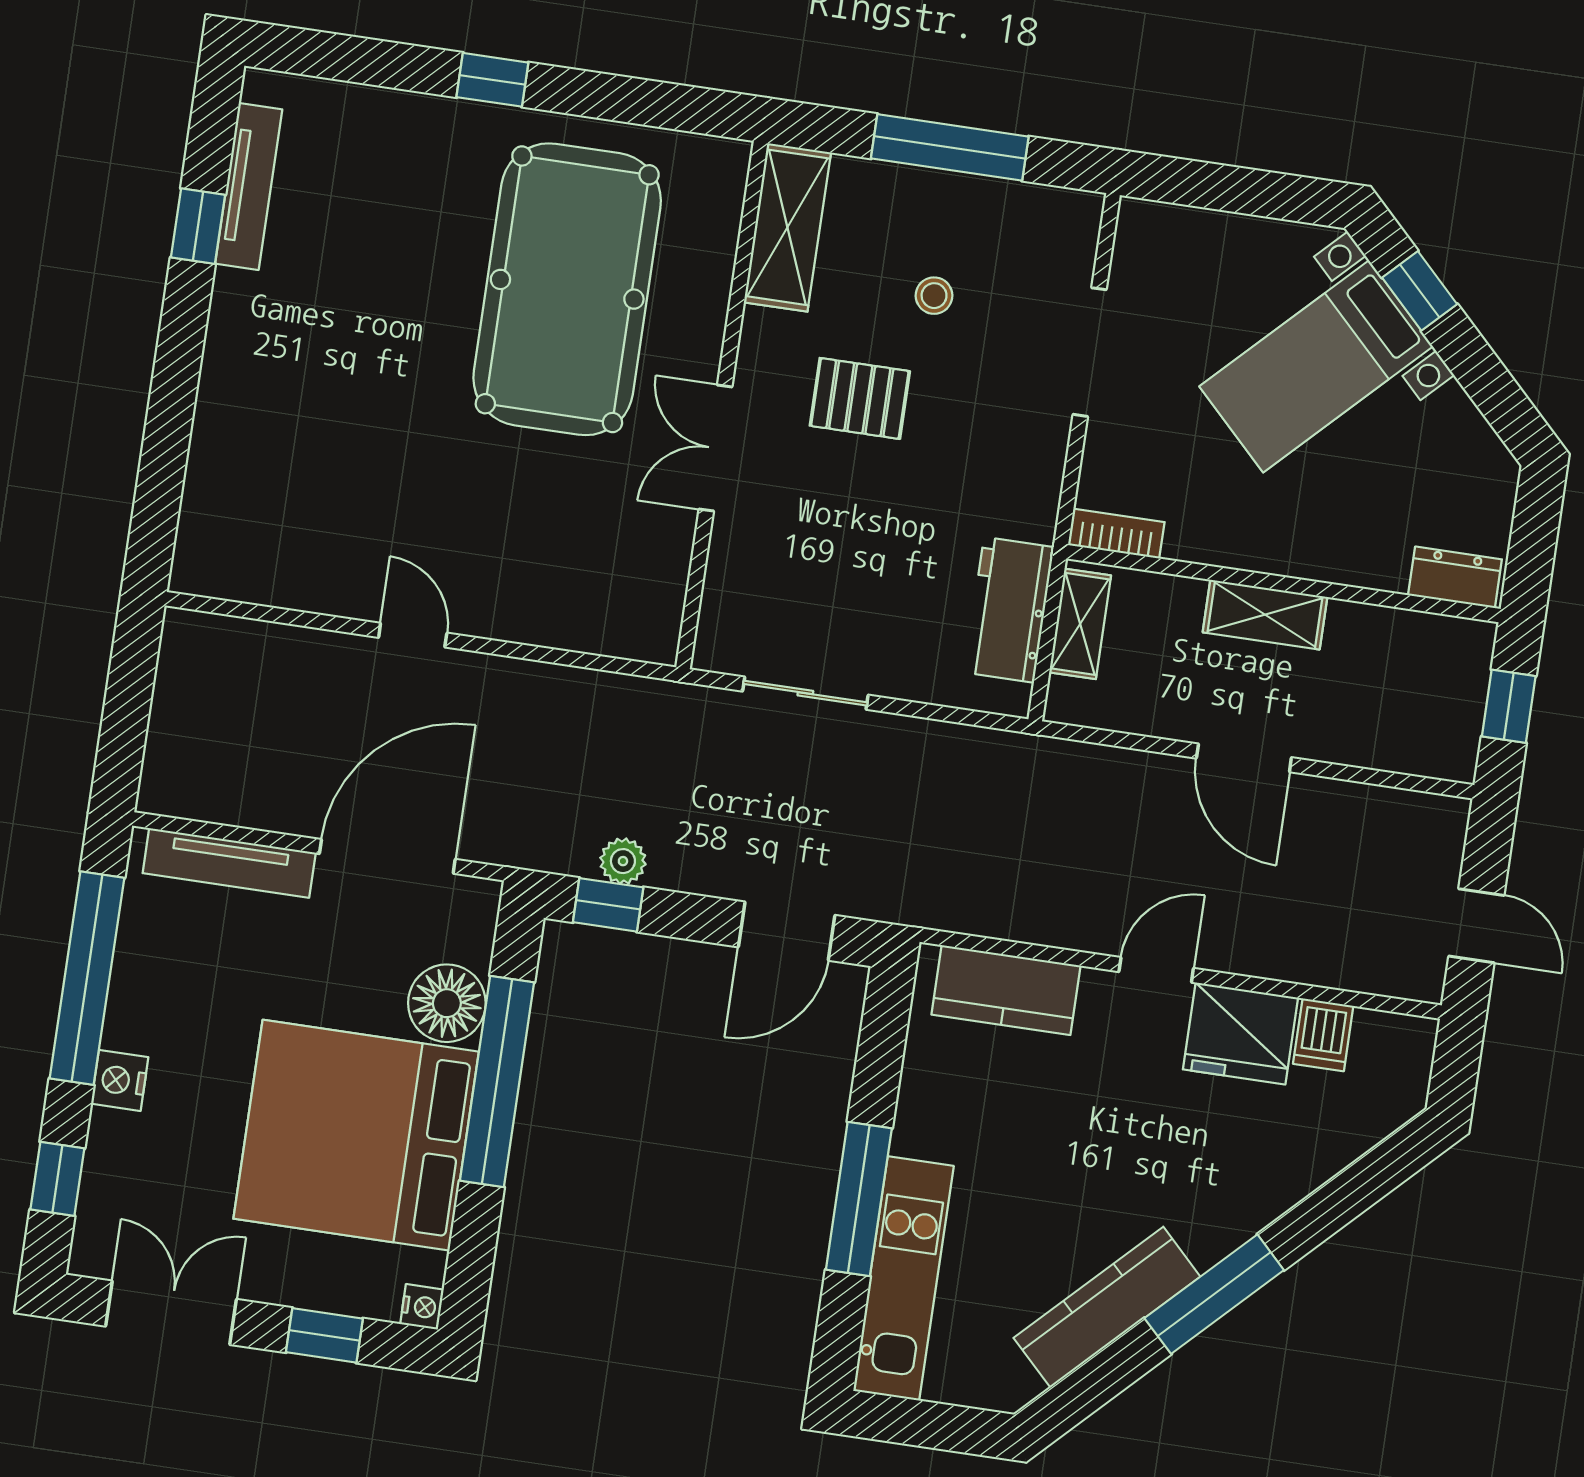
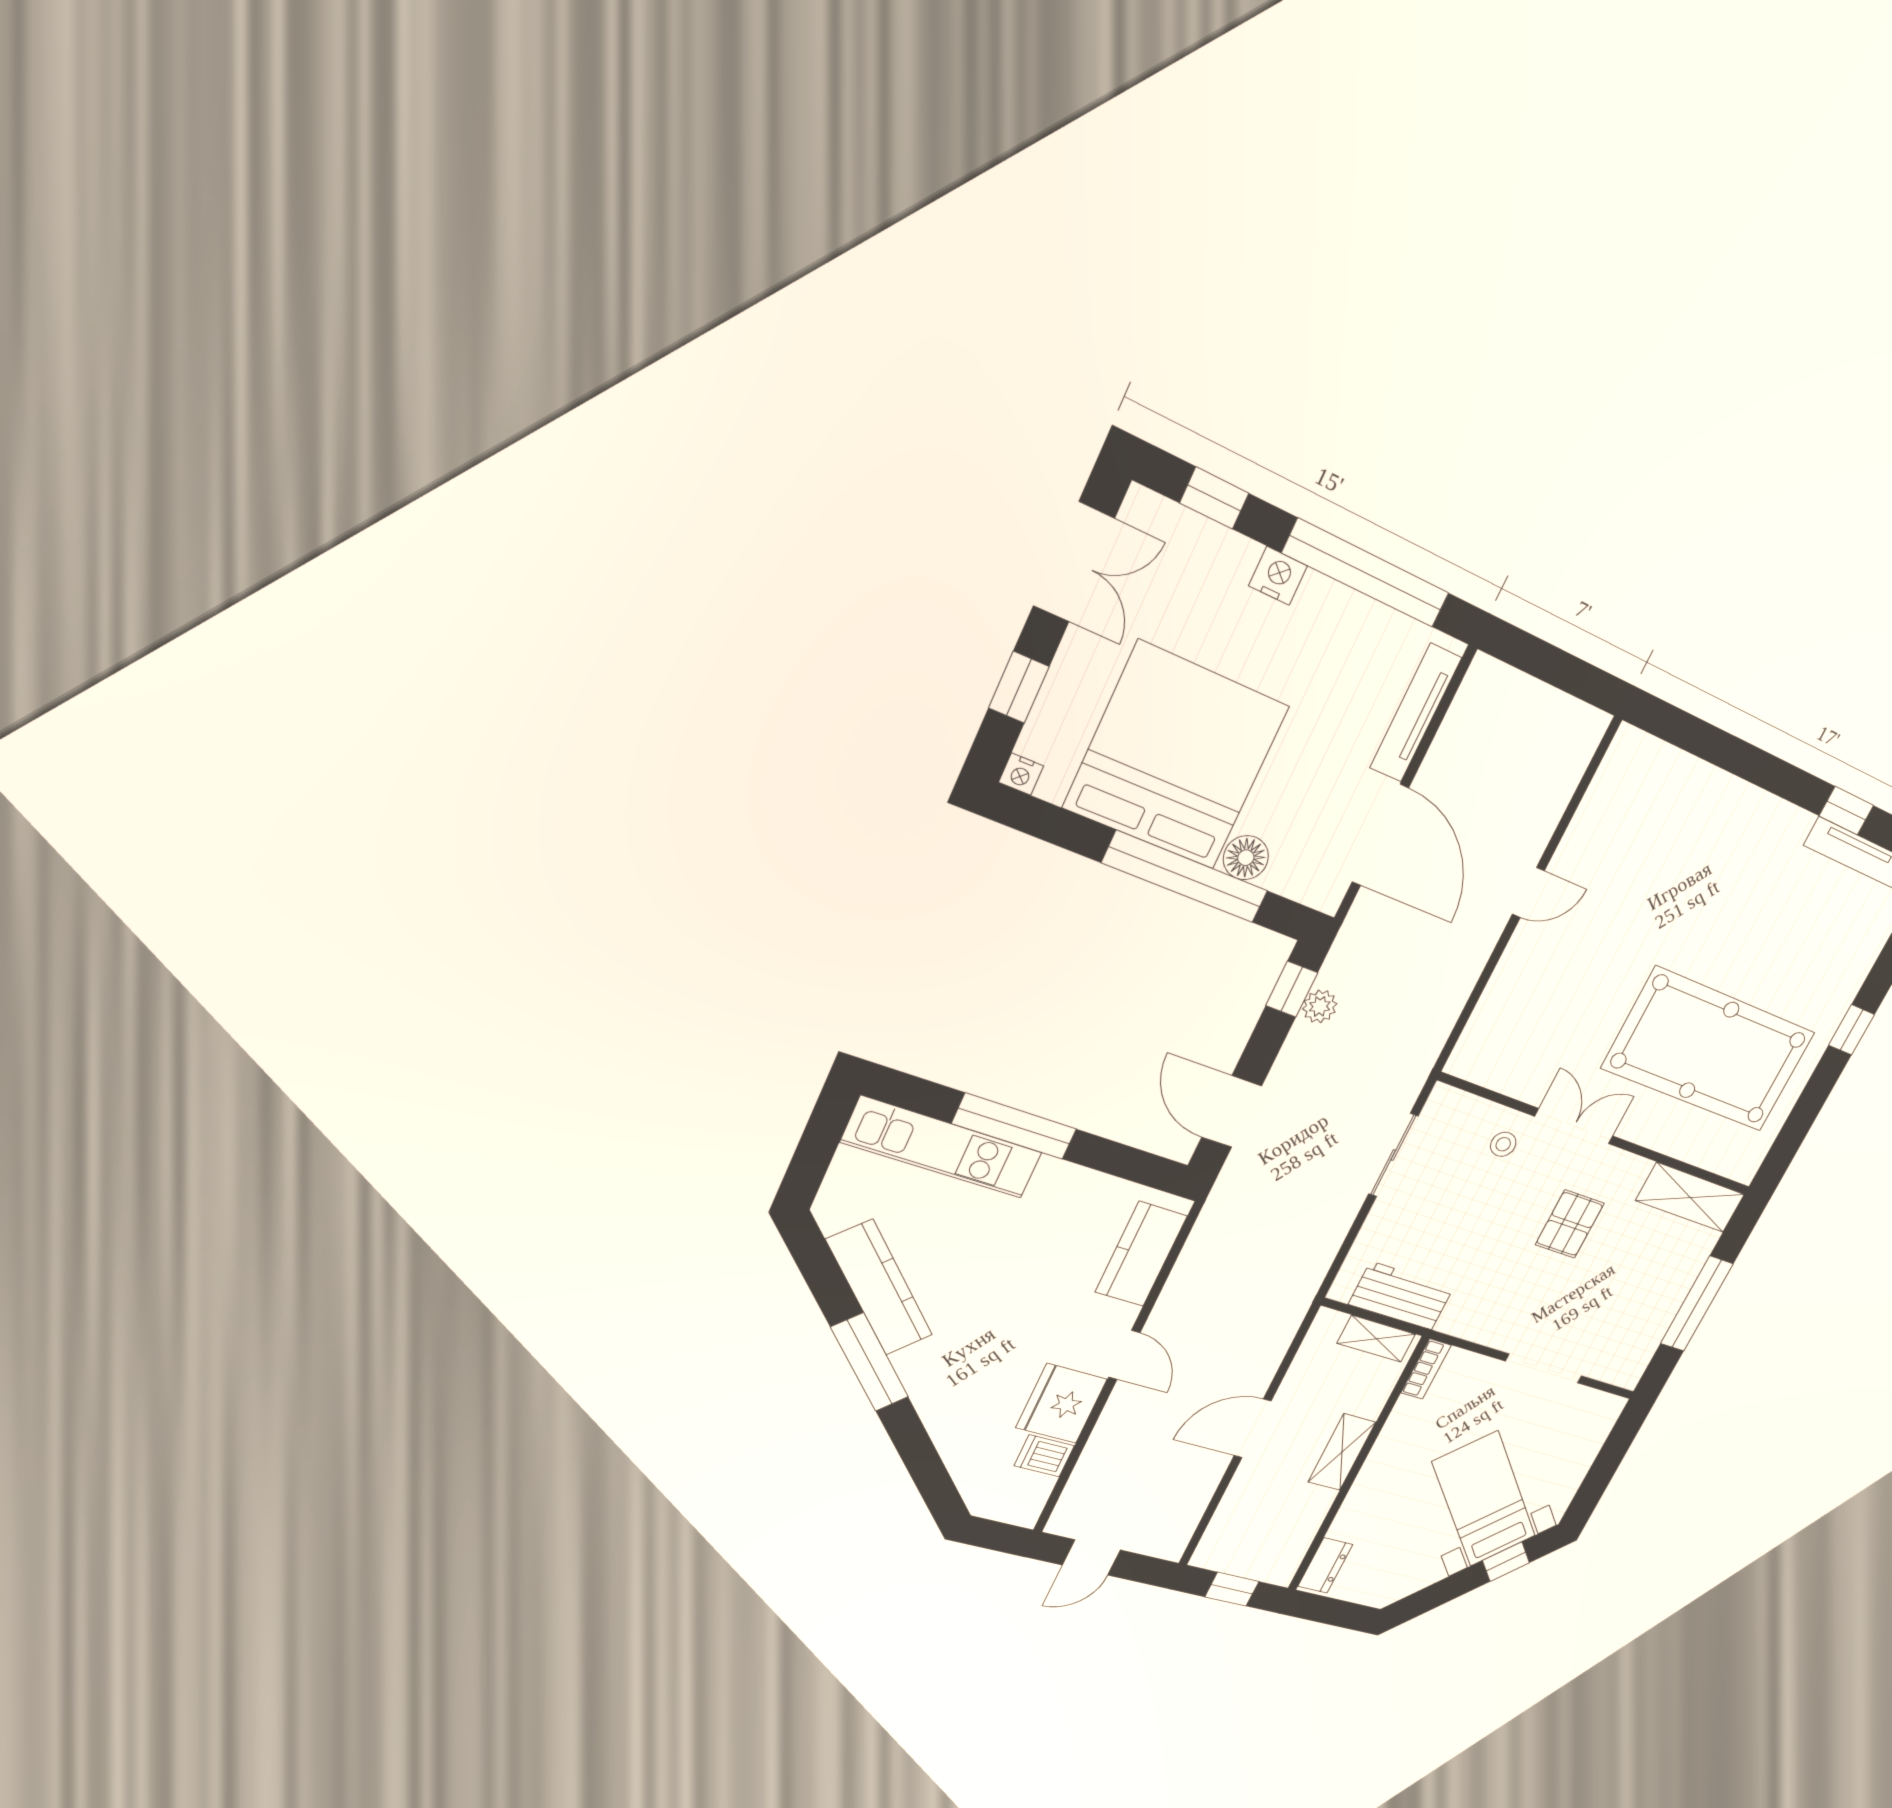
stool: (934, 296) -> (1503, 1144), moved
floor lamp: (447, 1003) -> (1246, 858), width x0.73, depth x0.73

